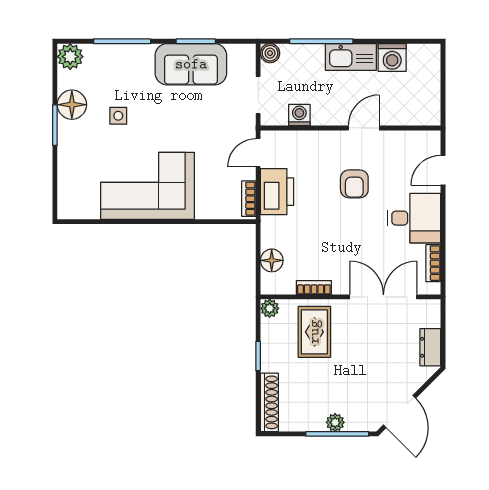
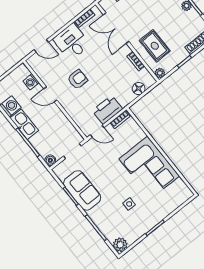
floor lamp: (72, 105) -> (140, 228), removed
washing machine: (299, 115) -> (31, 82), moved
rug: (314, 332) -> (155, 46), turned 90

